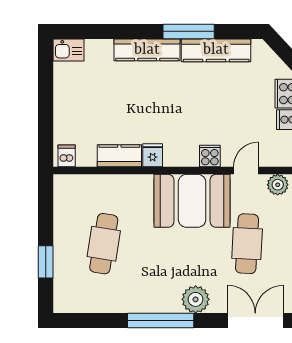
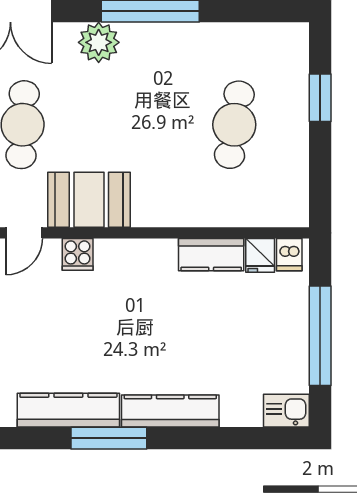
window: (46, 101) -> (320, 336), added
fridge: (153, 155) -> (260, 255), moved
booth: (192, 201) -> (89, 200), width x0.73, depth x0.70

